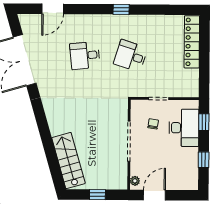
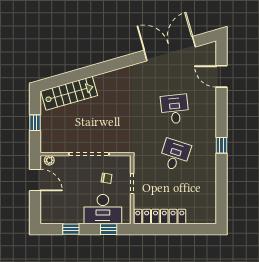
locker: (192, 42) -> (160, 217), moved

